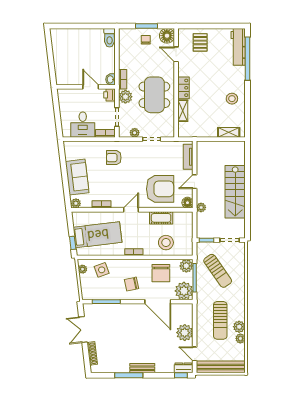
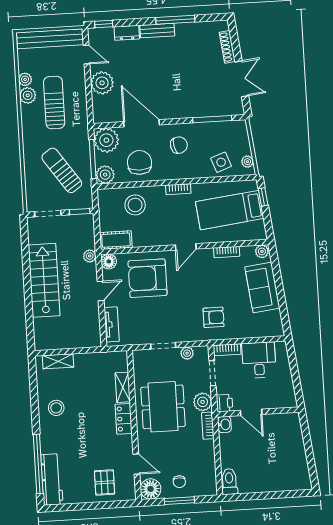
cot: (161, 218) -> (116, 240), moved
dresser: (183, 368) -> (127, 33), moved

